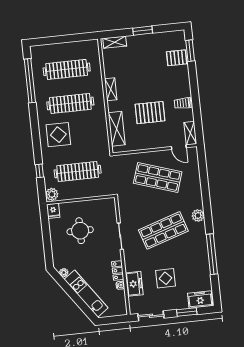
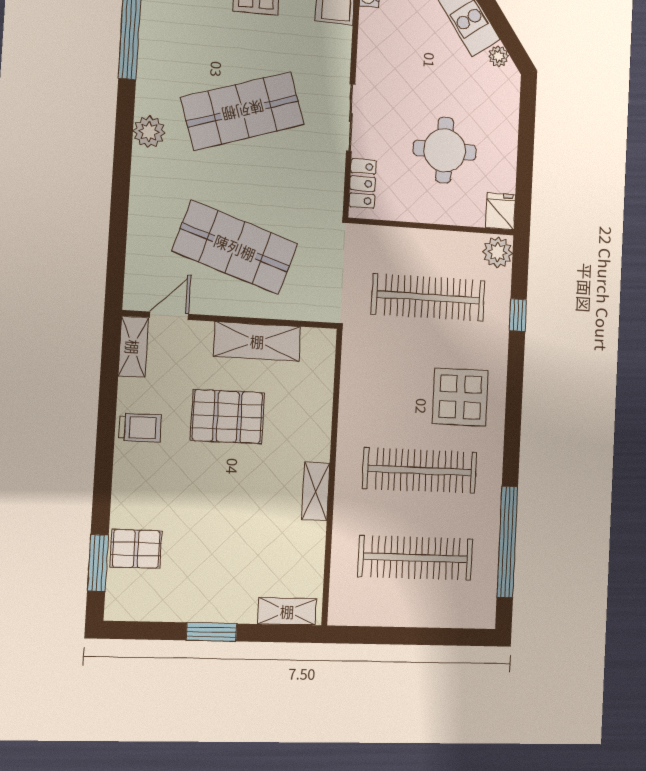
shelving: (117, 129) -> (257, 341), moved, turned 90
door: (179, 147) -> (169, 316), hinge flipped
locker: (118, 270) -> (363, 183), moved

